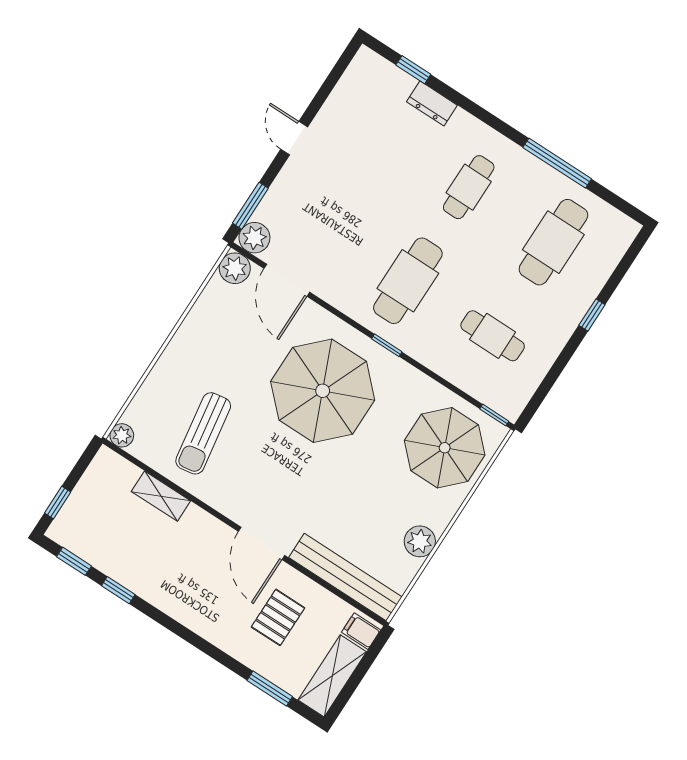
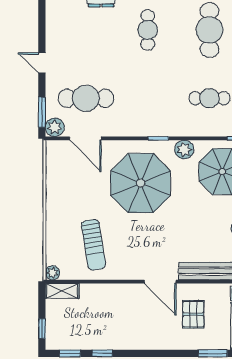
plant: (235, 268) -> (184, 149), moved
cafe table: (408, 281) -> (86, 98), moved, turned 90
shelving: (161, 496) -> (62, 291), moved

